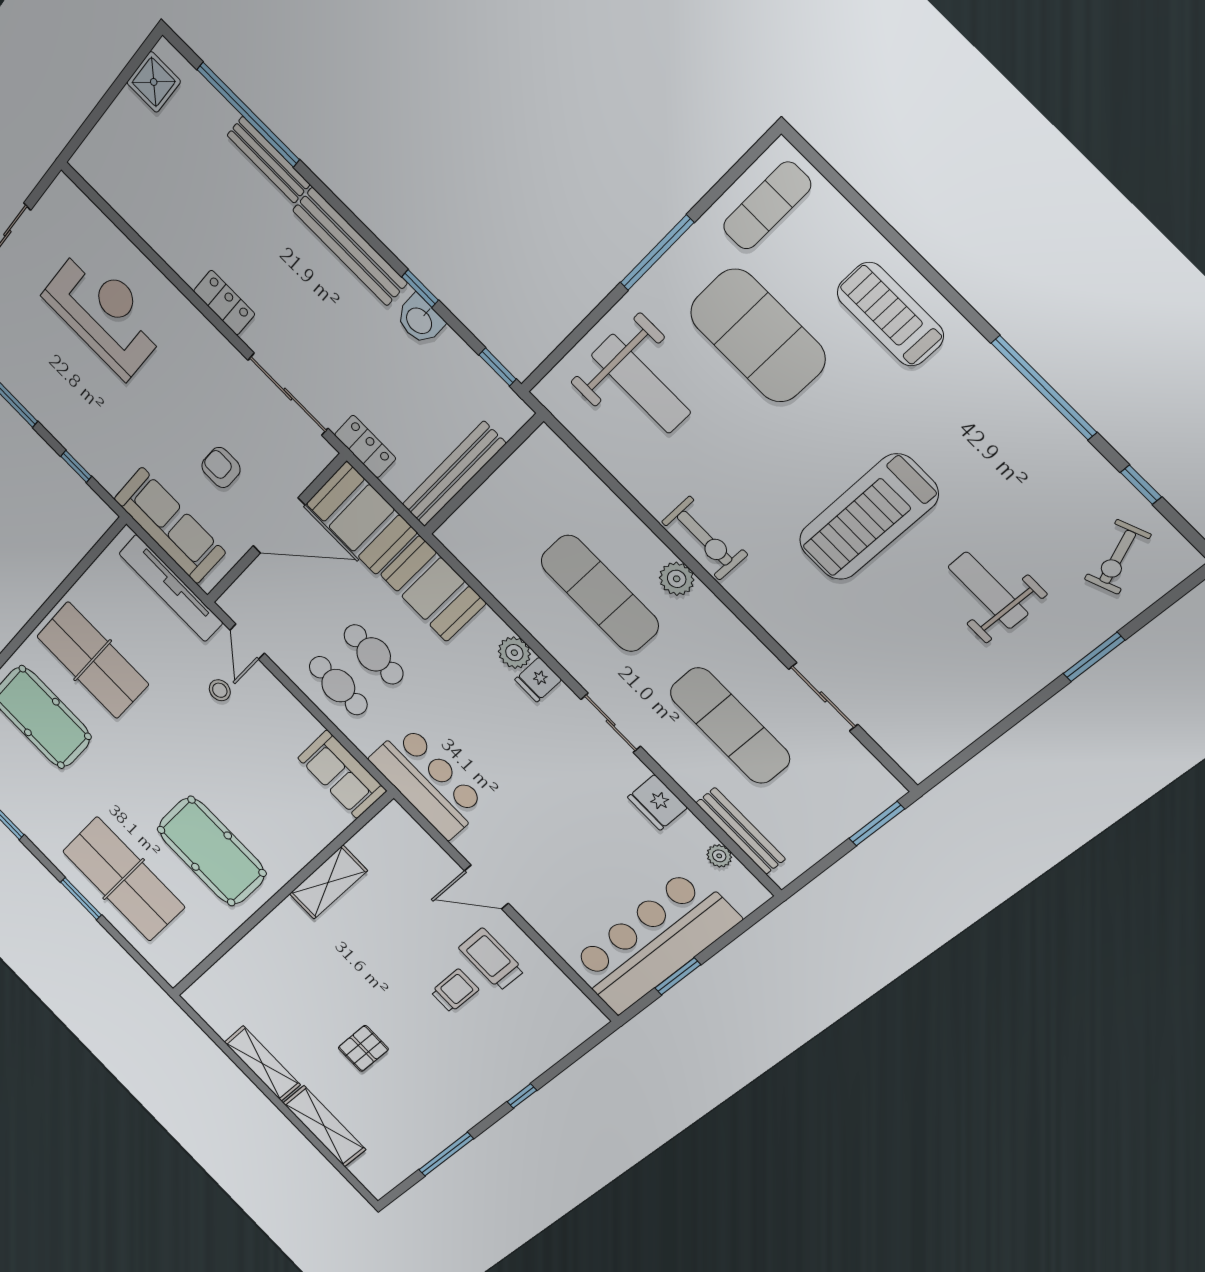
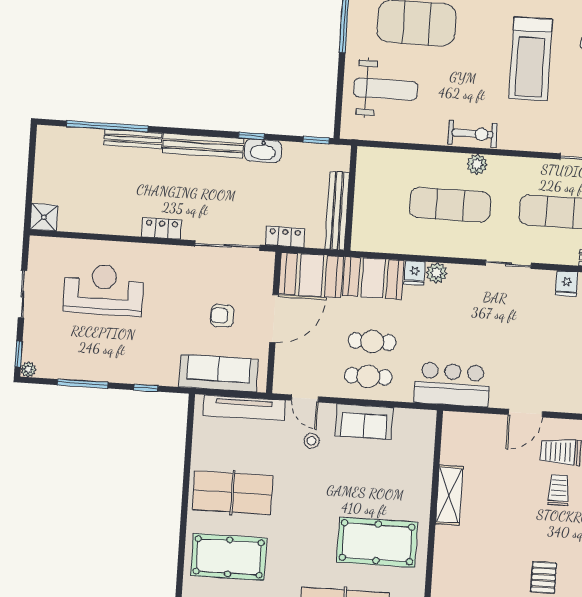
shower: (154, 82) -> (44, 217), moved
washbasin: (420, 320) -> (263, 151), width x1.38
fridge: (538, 680) -> (415, 273), moved
sofa: (342, 774) -> (364, 422), moved
fridge: (657, 802) -> (567, 284), width x0.72

